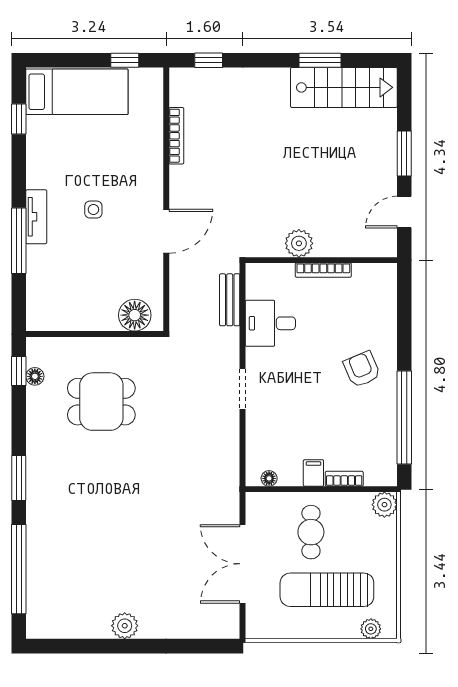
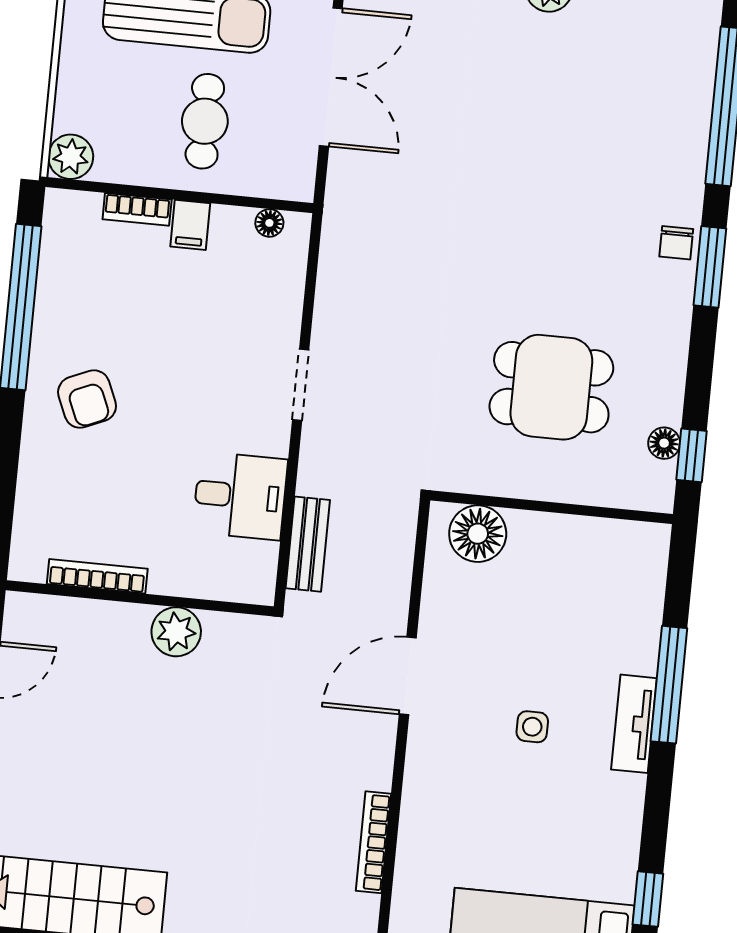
bookcase: (323, 270) -> (97, 576), moved
chair: (39, 490) -> (676, 243), added

